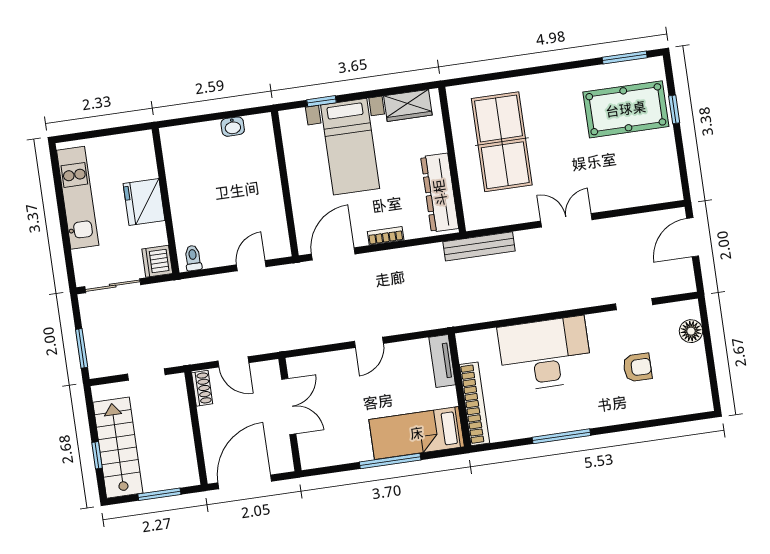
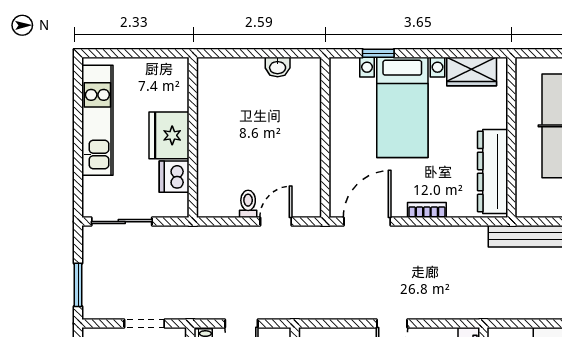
toilet: (193, 258) -> (248, 204), moved
dishwasher: (157, 261) -> (174, 177), moved

